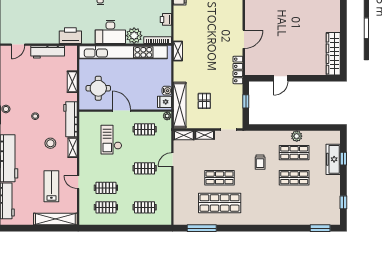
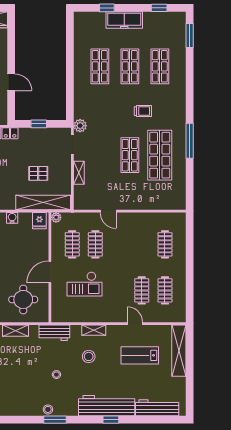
water cooler: (167, 91) -> (12, 218), moved
workbench: (70, 119) -> (54, 333), width x0.73
shelving: (184, 135) -> (79, 198), removed
plant: (297, 136) -> (80, 126), moved
freezer: (333, 159) -> (124, 20), moved
trolley: (260, 162) -> (143, 111), moved
clothes rail: (145, 168) -> (95, 244), moved
door: (78, 182) -> (135, 324), swing flipped
shop shelf: (294, 203) -> (160, 66), added
window: (202, 228) -> (190, 141), moved

